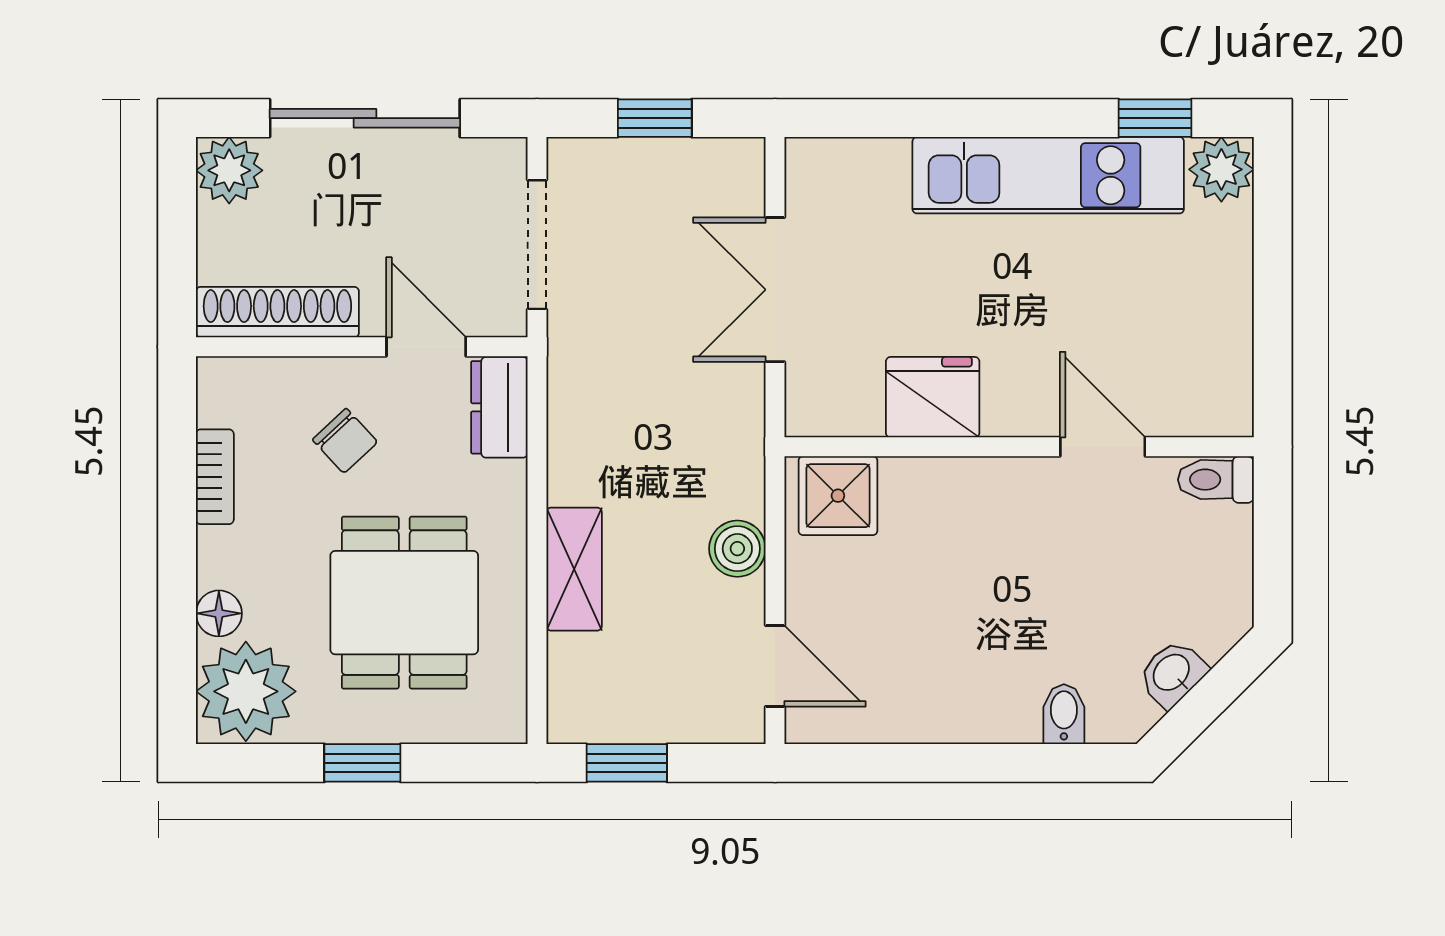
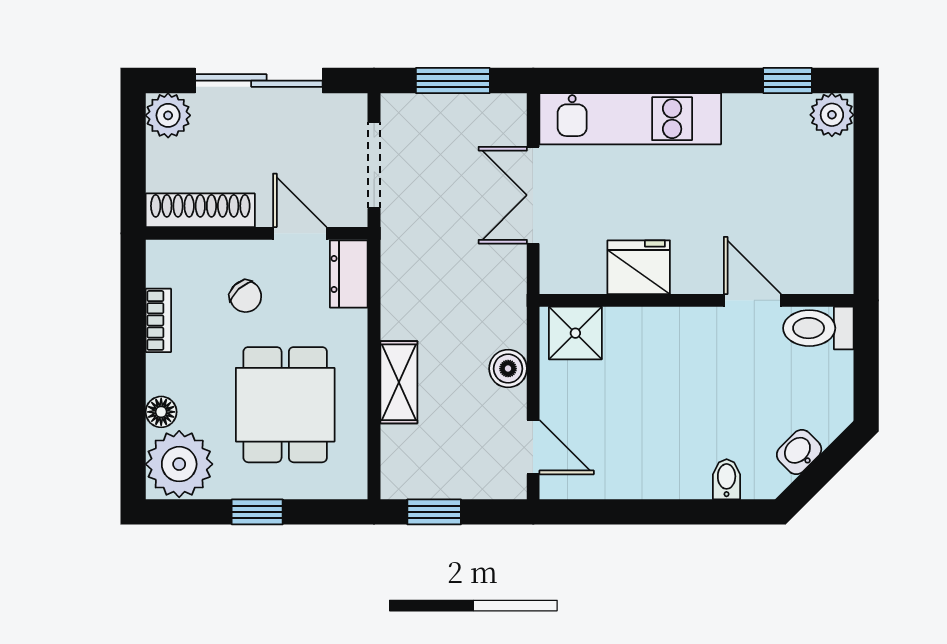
window: (655, 118) -> (453, 81), width x1.50
kitchen unit: (1048, 175) -> (630, 119), moved
toilet: (1216, 480) -> (818, 328), width x1.37, depth x1.39

